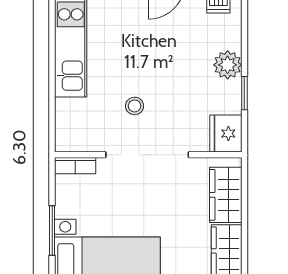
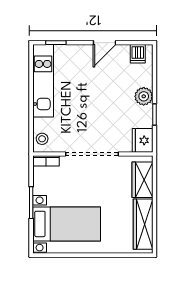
stool: (135, 106) -> (42, 139), moved

